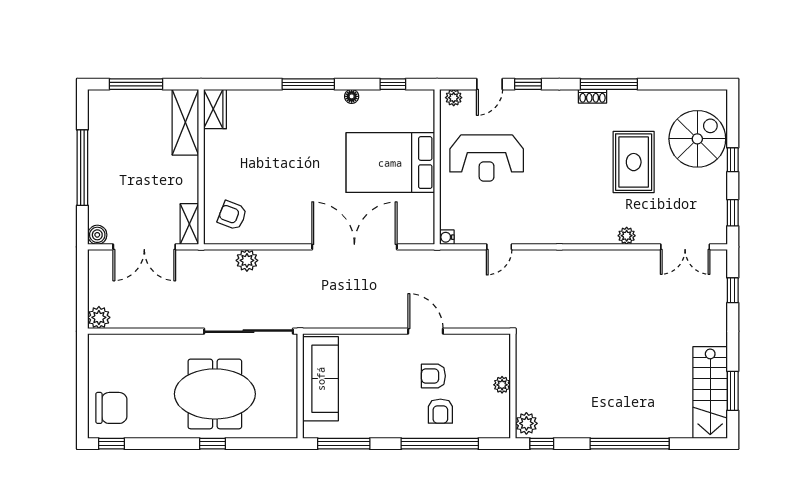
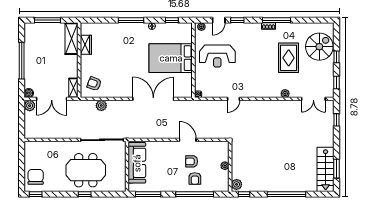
wardrobe: (215, 109) -> (86, 45), moved
door: (499, 247) -> (234, 99), moved
plant: (99, 317) -> (30, 106), moved
chair: (111, 408) -> (36, 177), turned -90

